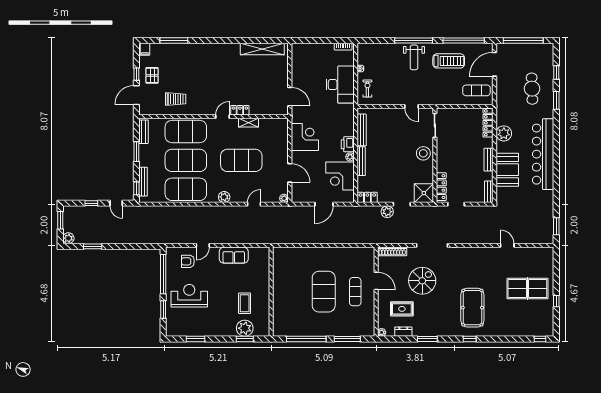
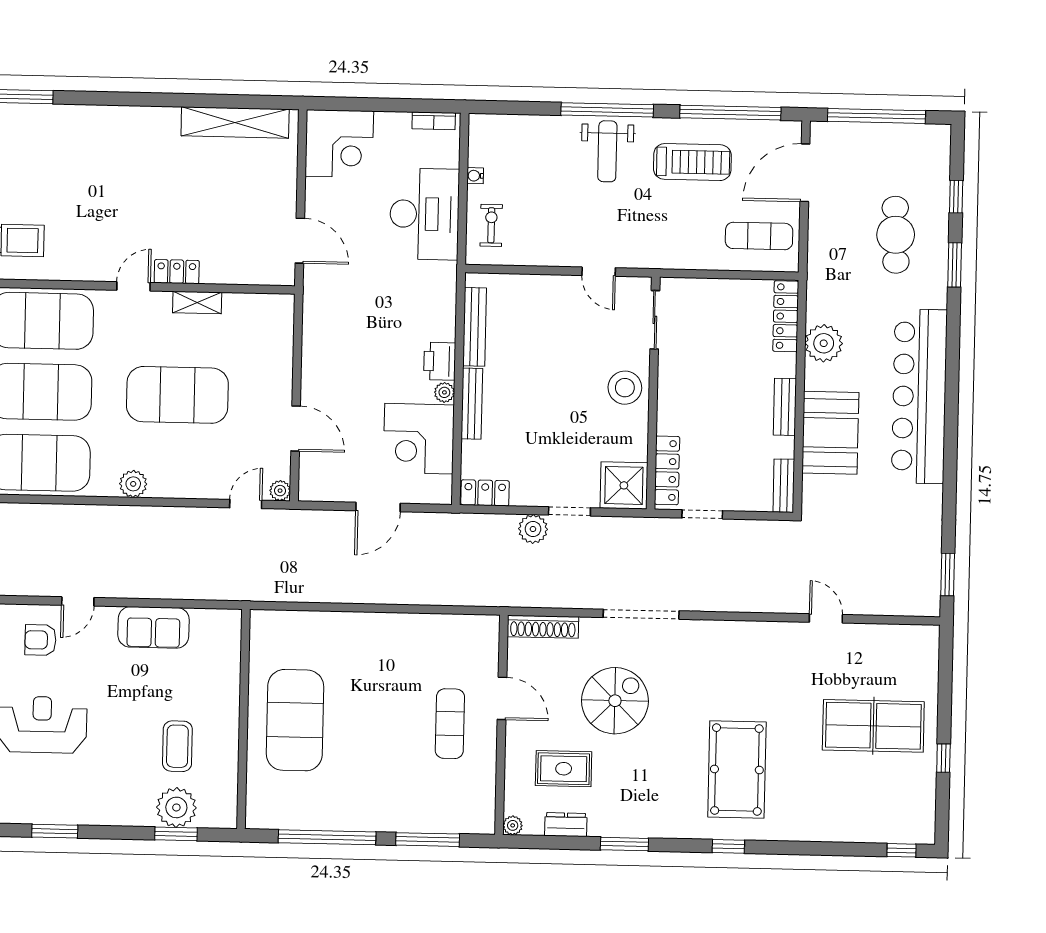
corner desk: (305, 137) -> (339, 144), moved, turned 90
door: (254, 204) -> (246, 504), moved
exercise mat: (324, 292) -> (295, 720), moved

